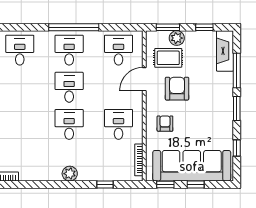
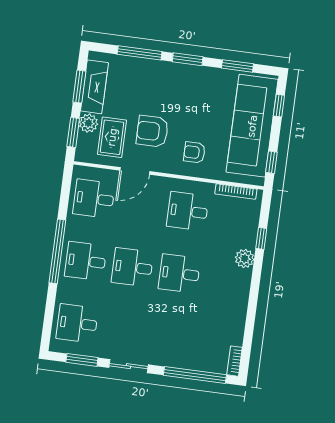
window: (204, 27) -> (79, 87), width x1.50
fireplace: (225, 51) -> (94, 87), moved, turned -90
door: (144, 79) -> (135, 171), hinge flipped
window: (237, 148) -> (237, 66), width x1.50
plant: (70, 174) -> (245, 259), moved
window: (196, 185) -> (279, 106), moved

